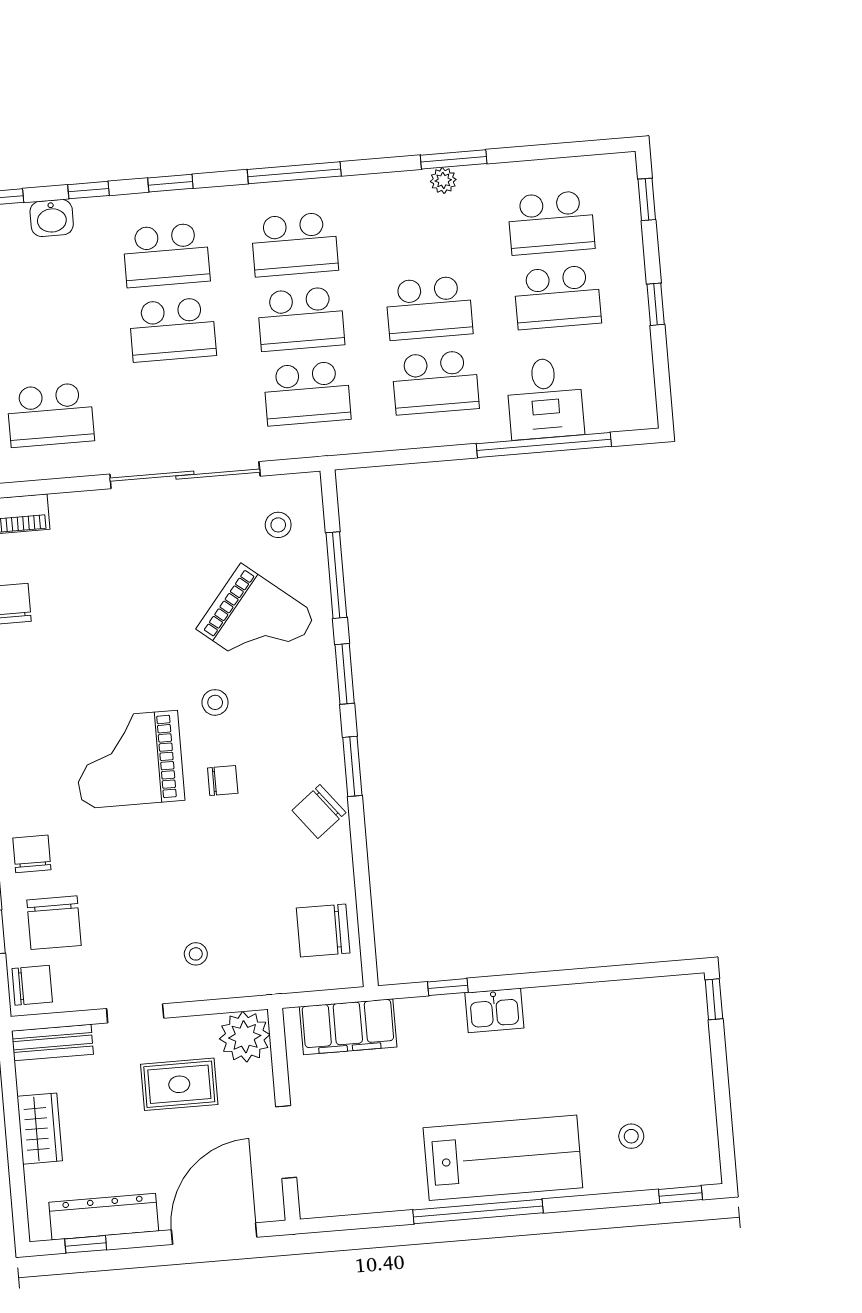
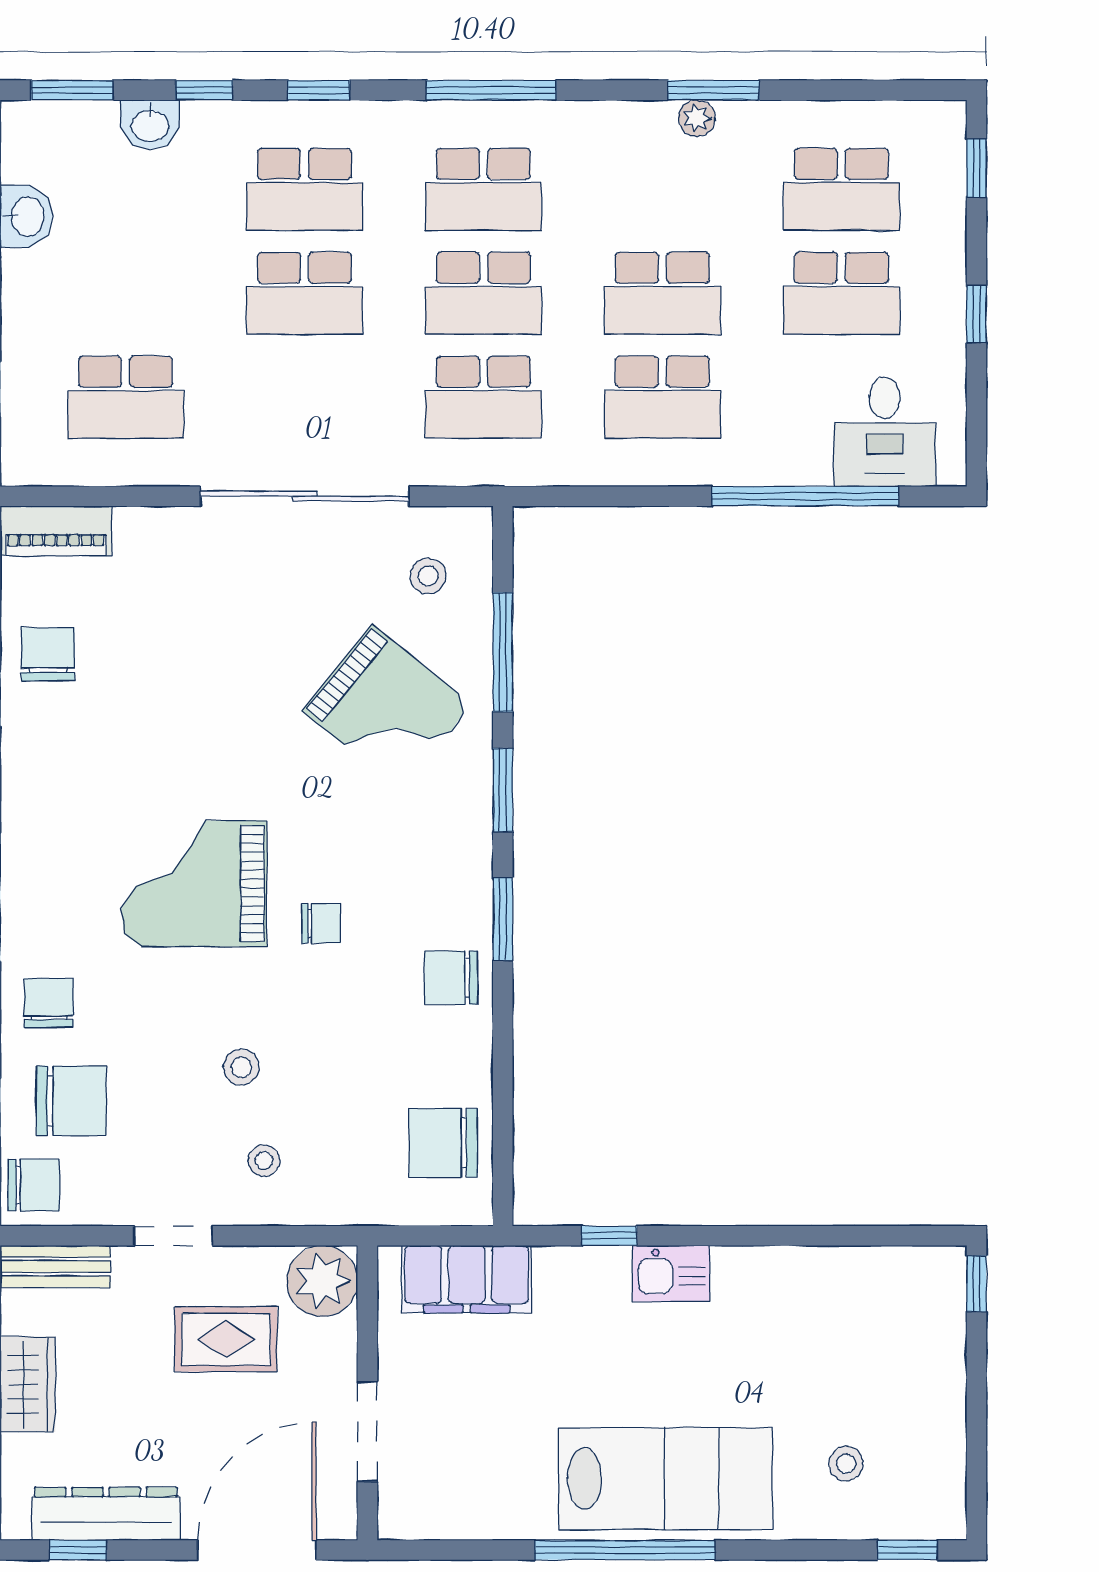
desk: (545, 398) -> (885, 432), moved
stool: (215, 702) -> (241, 1067), moved
chair: (319, 811) -> (451, 978), turned 38
chair: (54, 923) -> (71, 1101), turned -90

